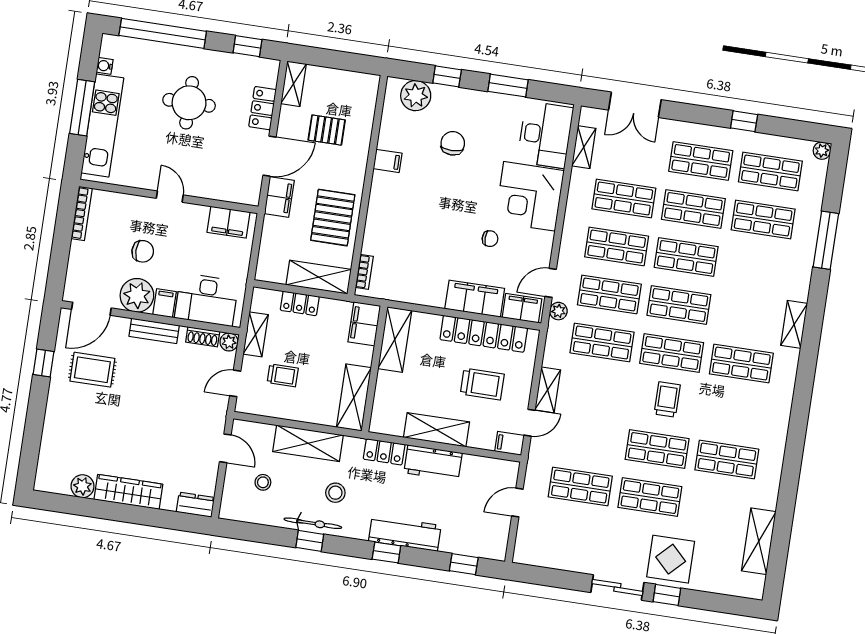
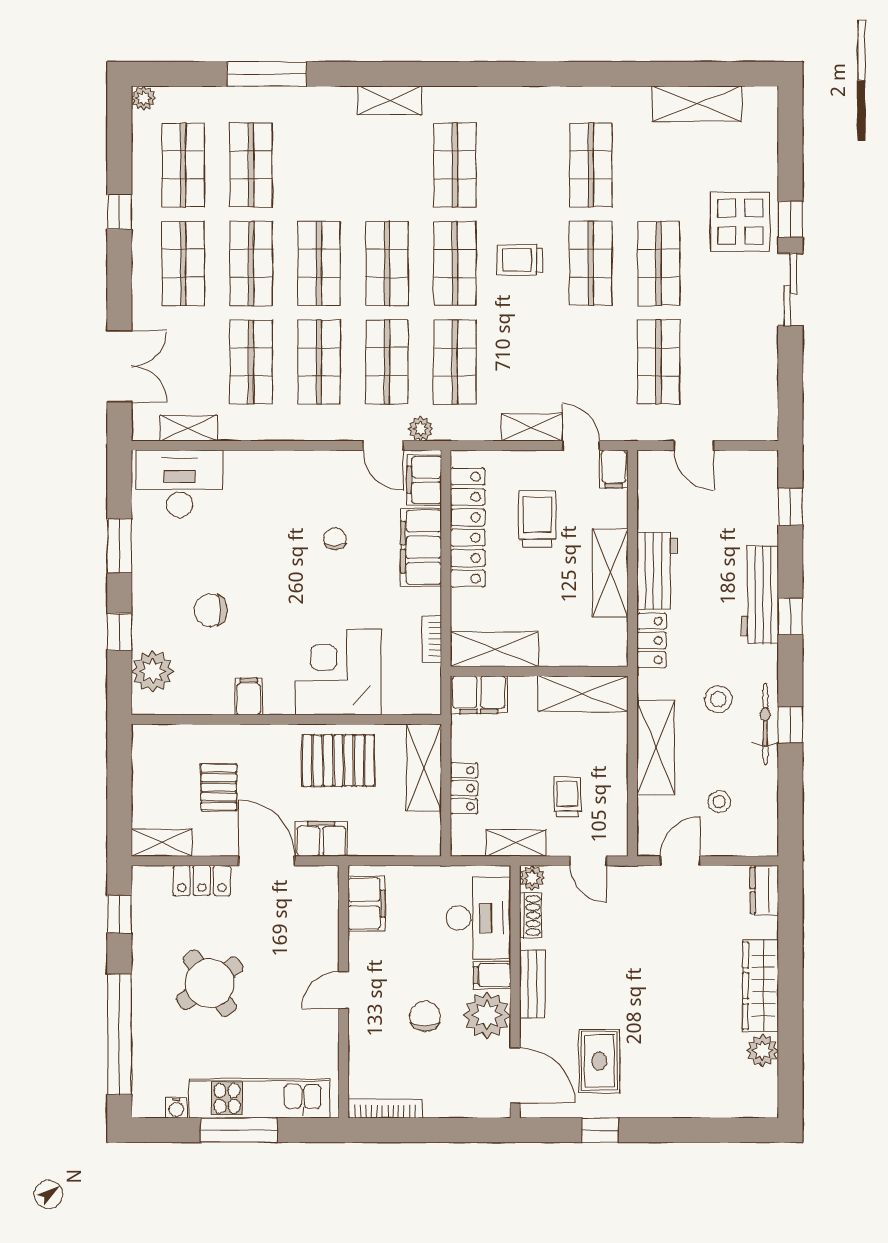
round table: (189, 103) -> (210, 983), turned -35
corner desk: (529, 196) -> (338, 672), moved, turned 180
bookcase: (364, 272) -> (432, 639), moved, turned -90

